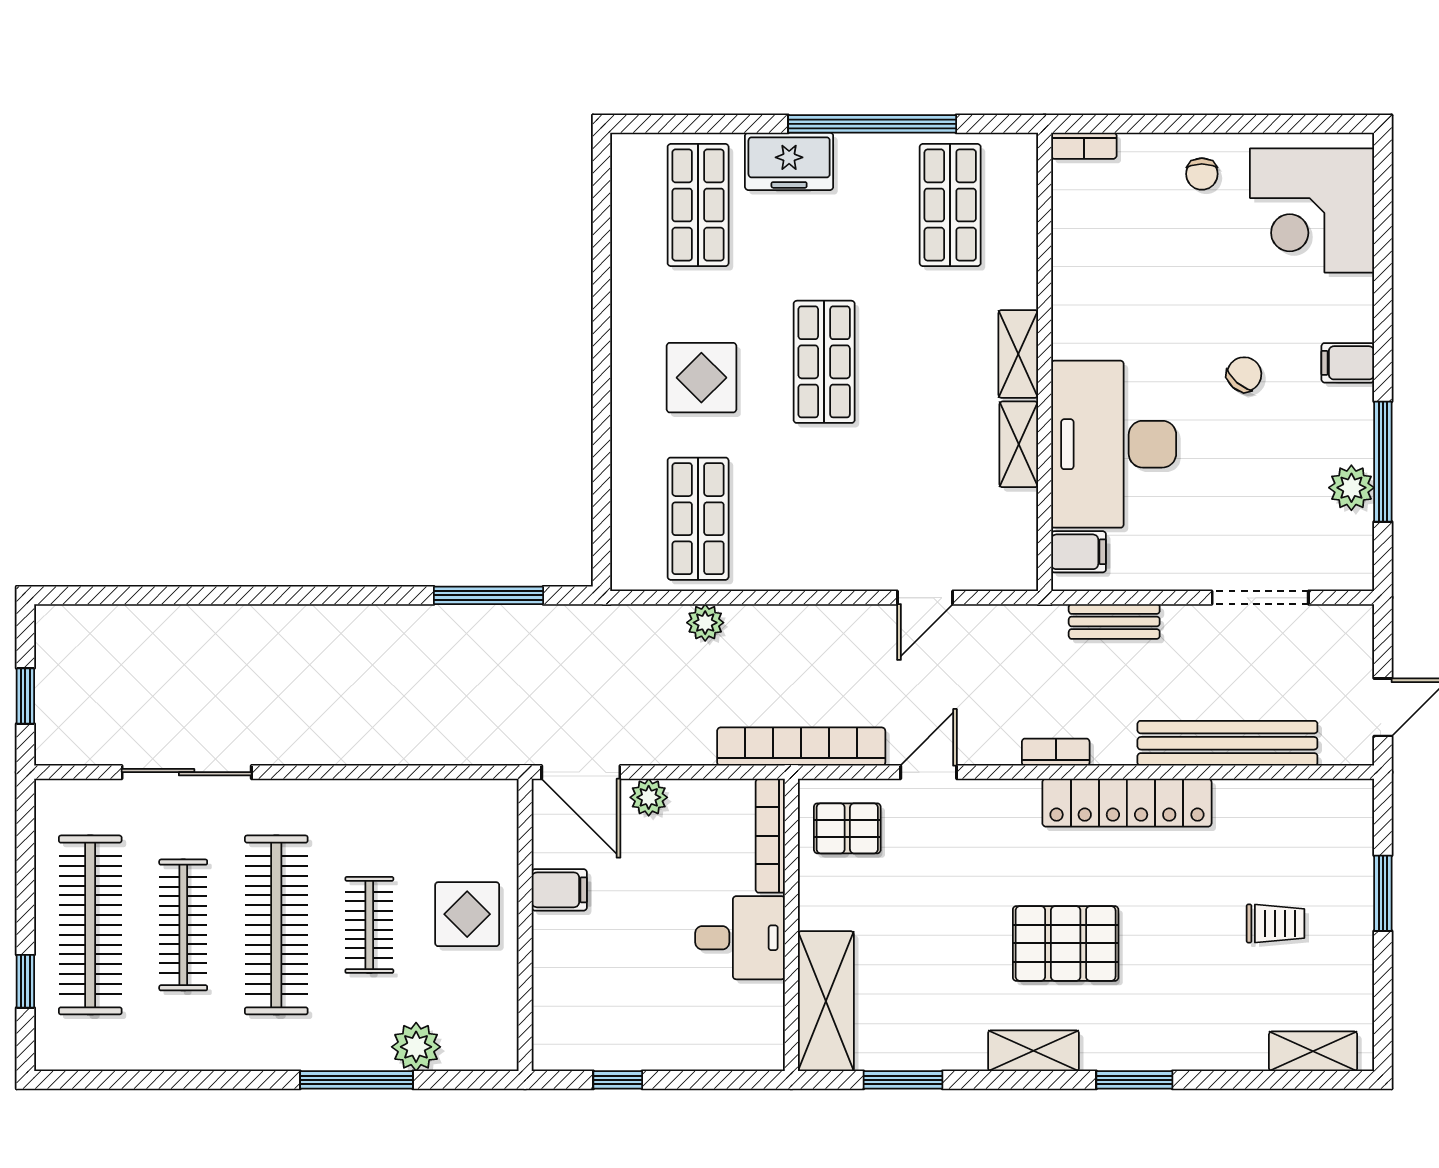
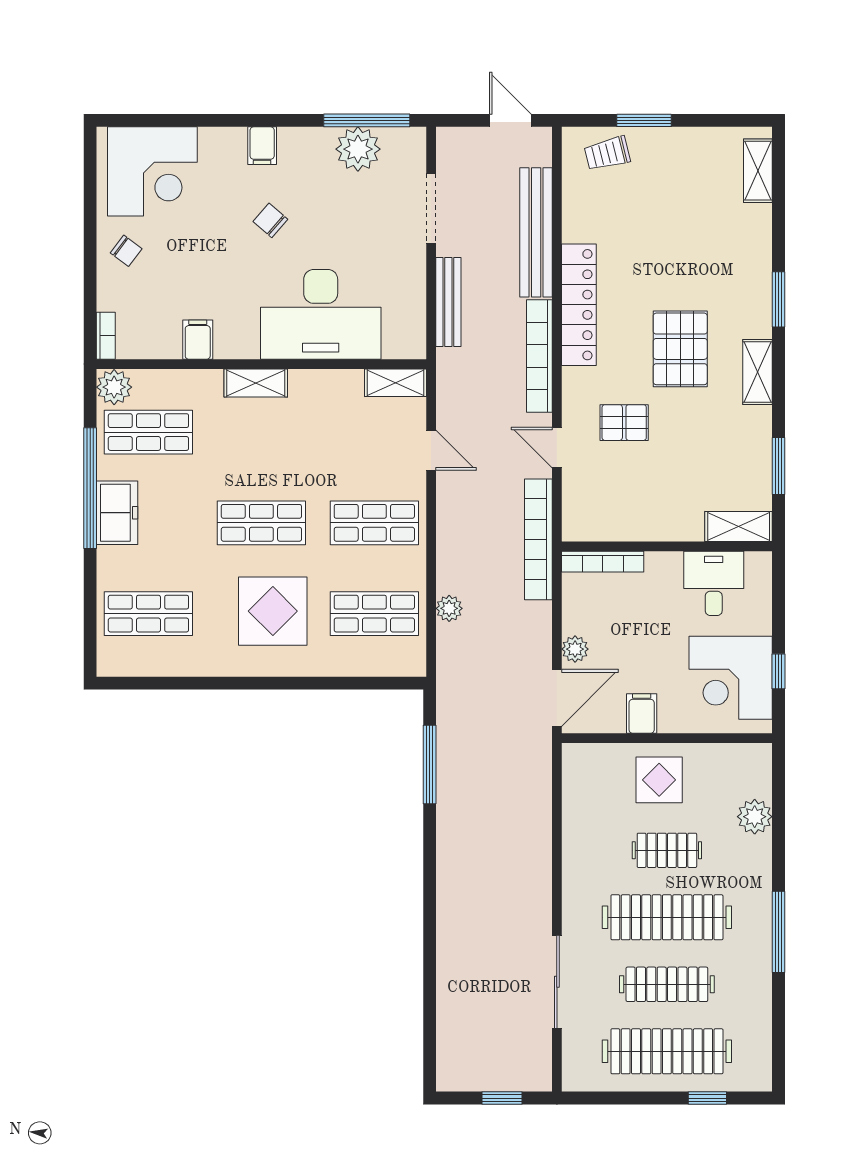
plant: (1013, 157) -> (114, 387), added
freezer: (789, 161) -> (117, 513), moved
chair: (1202, 174) -> (126, 251), turned 37
display table: (701, 378) -> (273, 611), width x1.36, depth x1.36
shelving: (1019, 444) -> (396, 383), moved
window: (1383, 462) -> (367, 120), moved
plant: (1351, 488) -> (358, 149), width x1.36, depth x1.36
shop shelf: (824, 519) -> (374, 523), added
filing cabinet: (1079, 552) -> (198, 340), moved
bench: (1114, 621) -> (448, 302), width x1.36
bookcase: (1056, 752) -> (539, 356), width x2.31, depth x1.31
pallet: (847, 828) -> (624, 423), moved, turned 90
trolley: (1276, 924) -> (607, 153), moved, turned -104
desk: (740, 938) -> (714, 583), moved
shelving: (826, 1001) -> (739, 527), width x0.67, depth x0.75
corner desk: (609, 1013) -> (731, 678), added
window: (356, 1080) -> (778, 932), moved

